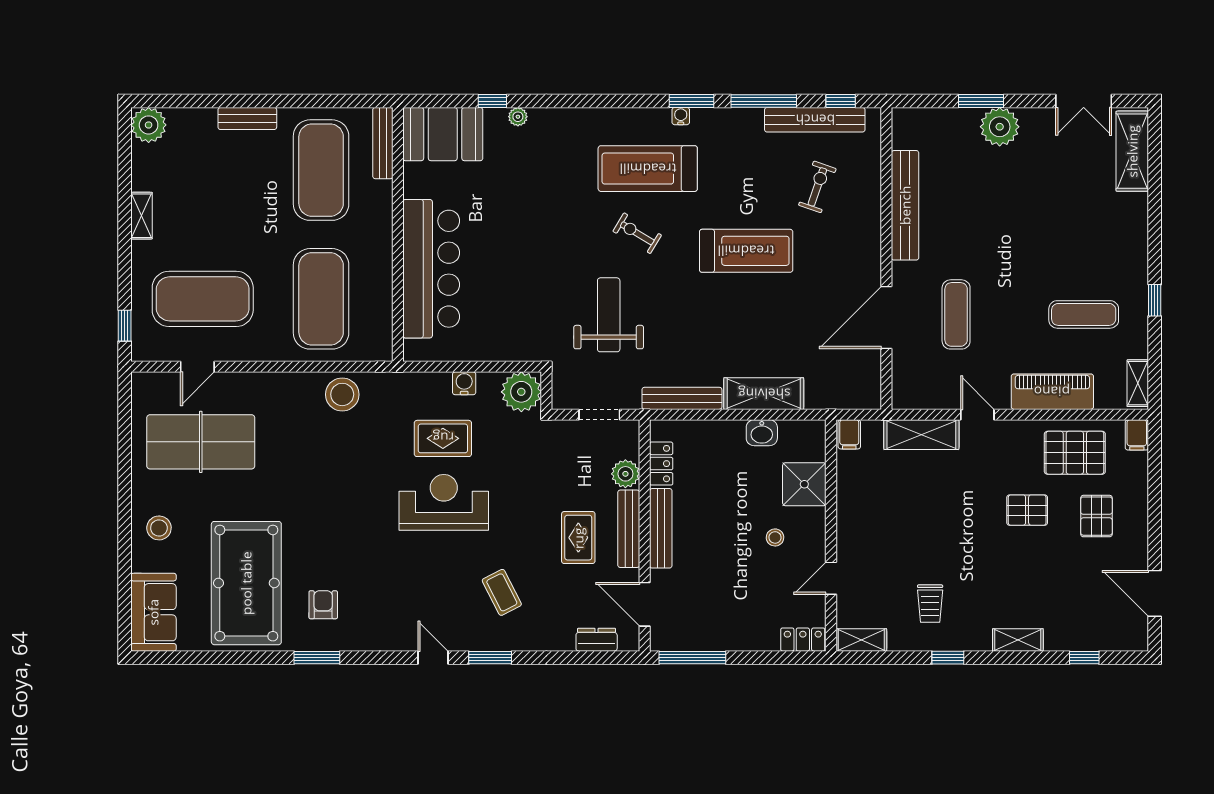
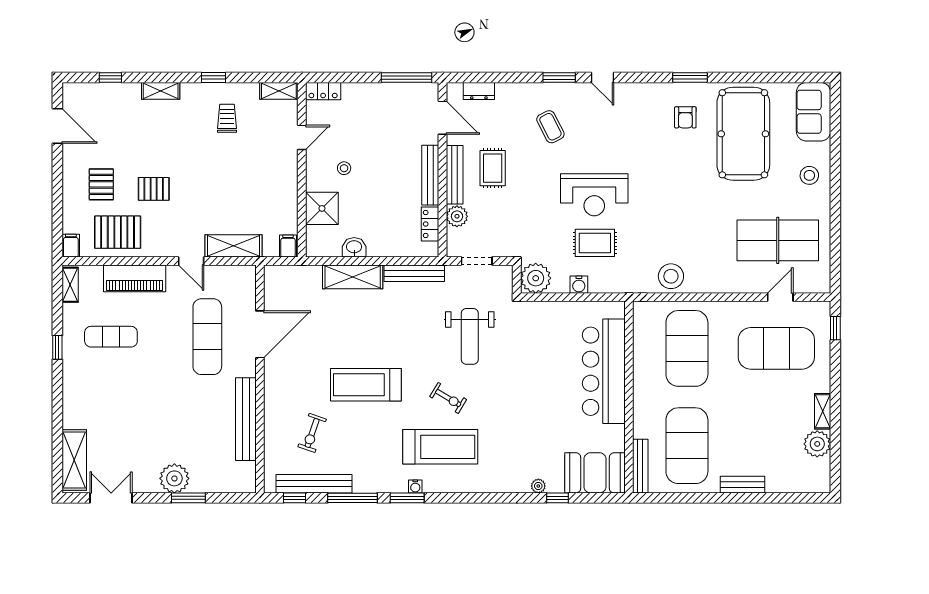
plant: (149, 125) -> (817, 444), moved
exercise mat: (956, 314) -> (207, 337), width x1.36, depth x1.45

